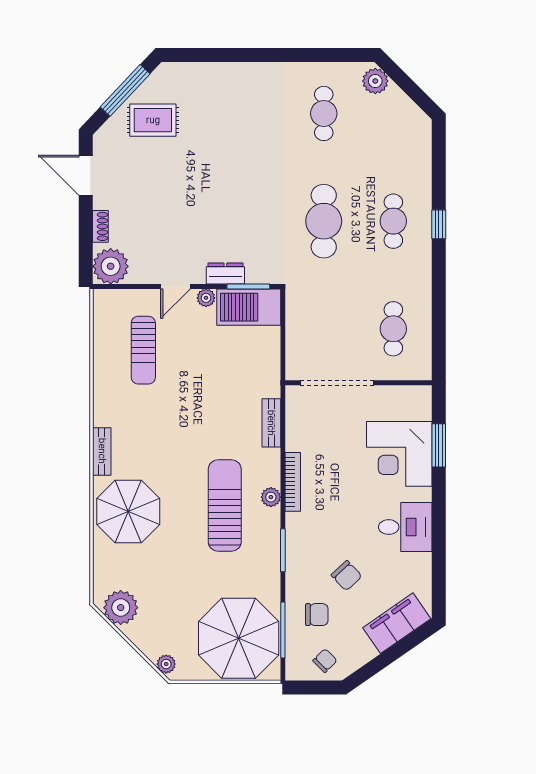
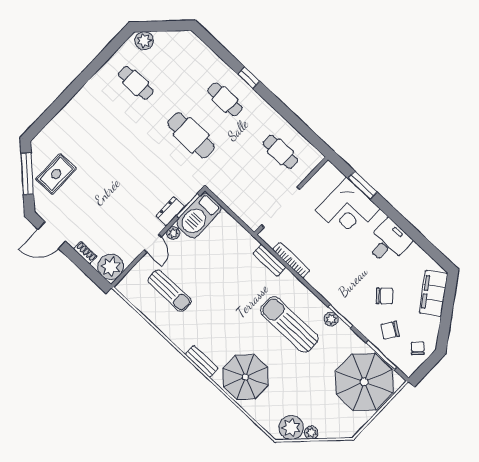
bookcase: (293, 482) -> (291, 260), moved
plant: (271, 497) -> (331, 319), moved
chair: (317, 615) -> (390, 330), turned -145
plant: (166, 664) -> (311, 433), moved

